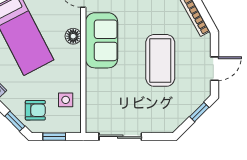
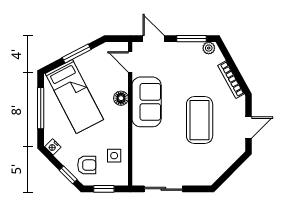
window: (199, 112) -> (235, 167), removed

